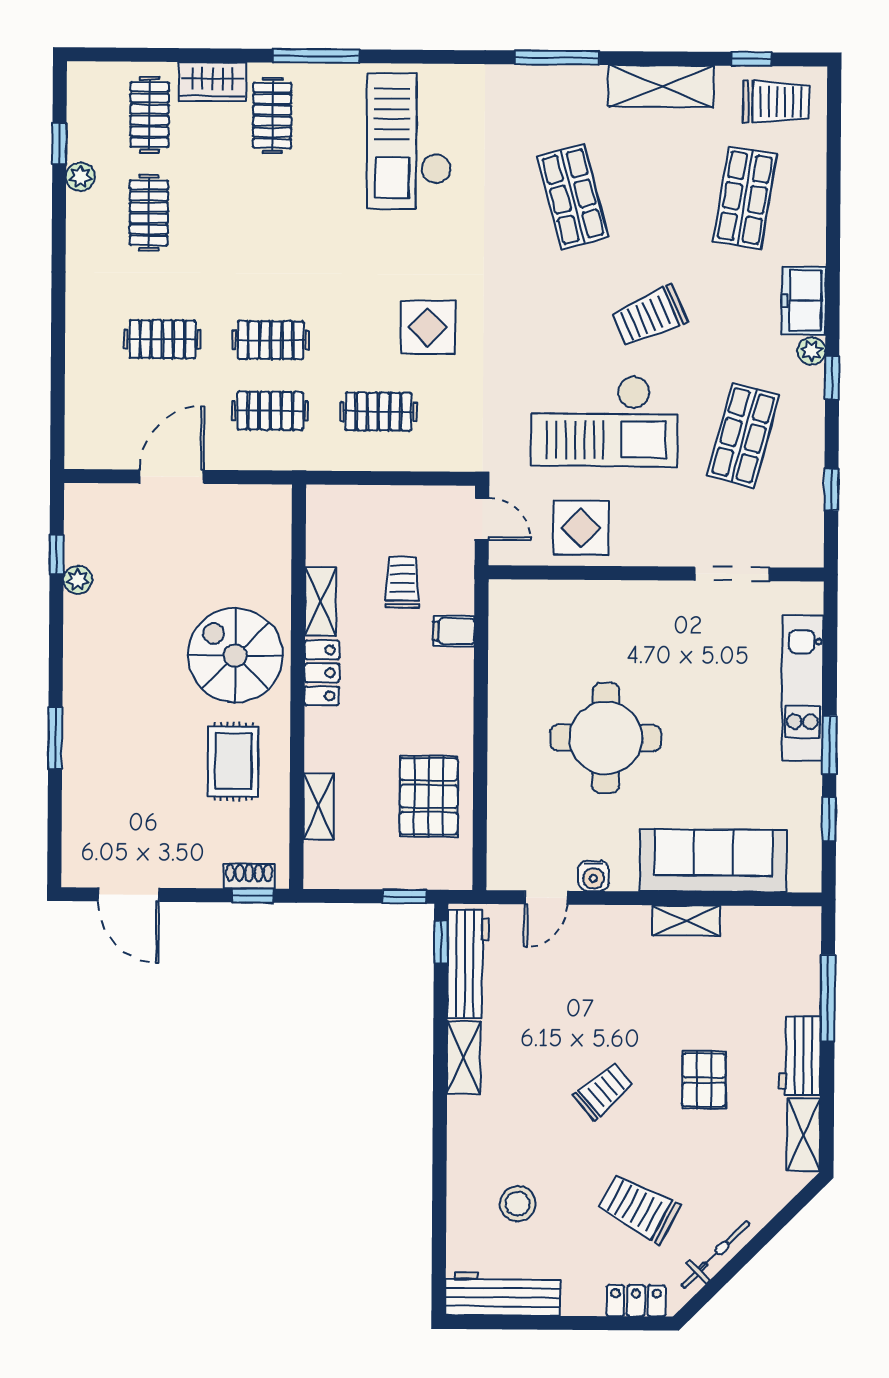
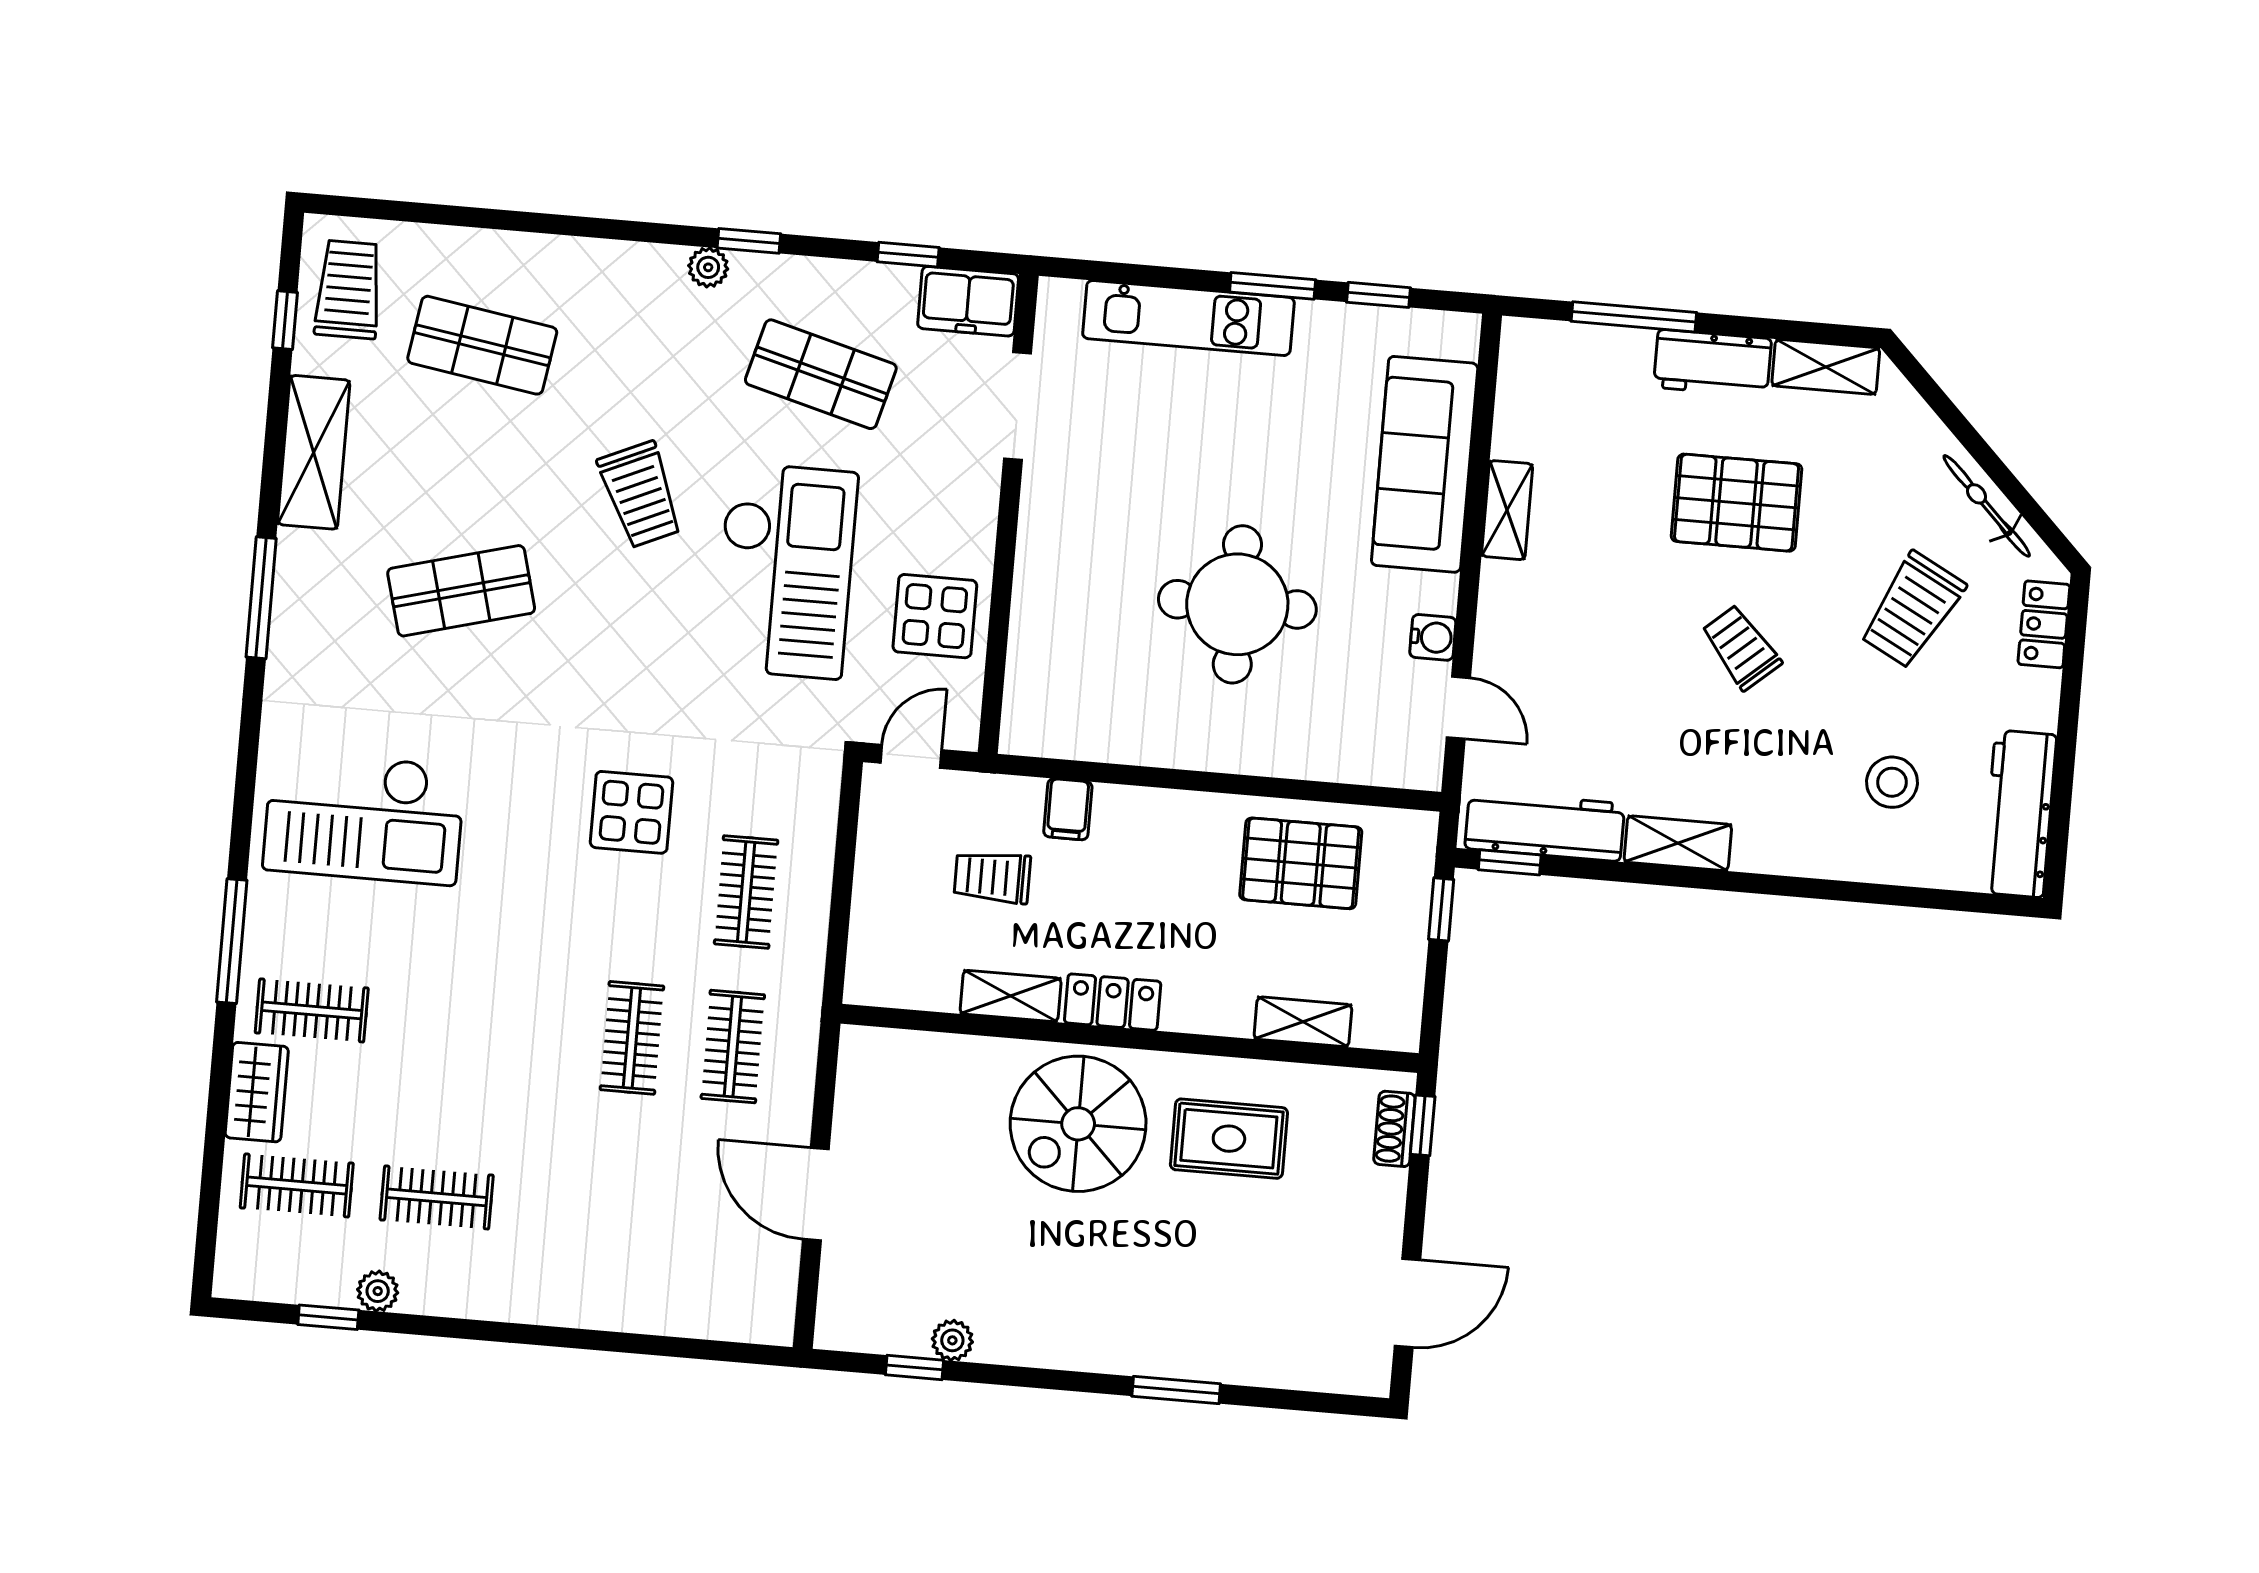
freezer: (804, 300) -> (968, 301), moved
clothes rail: (162, 339) -> (619, 1192), removed
pallet: (704, 1080) -> (1737, 503), width x1.50, depth x1.42

